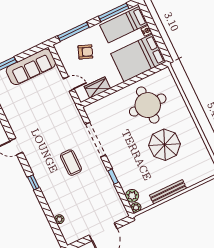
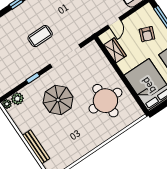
parasol: (165, 145) -> (58, 100), moved
bench: (168, 192) -> (36, 147), moved

